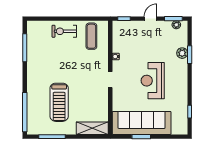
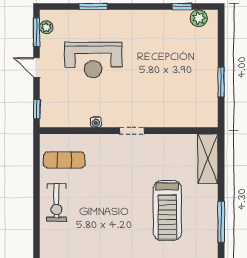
plant: (182, 53) -> (199, 18), moved
reception desk: (153, 81) -> (93, 60), moved
treadmill: (59, 102) -> (167, 211), turned 90
sofa: (142, 123) -> (200, 82), removed

